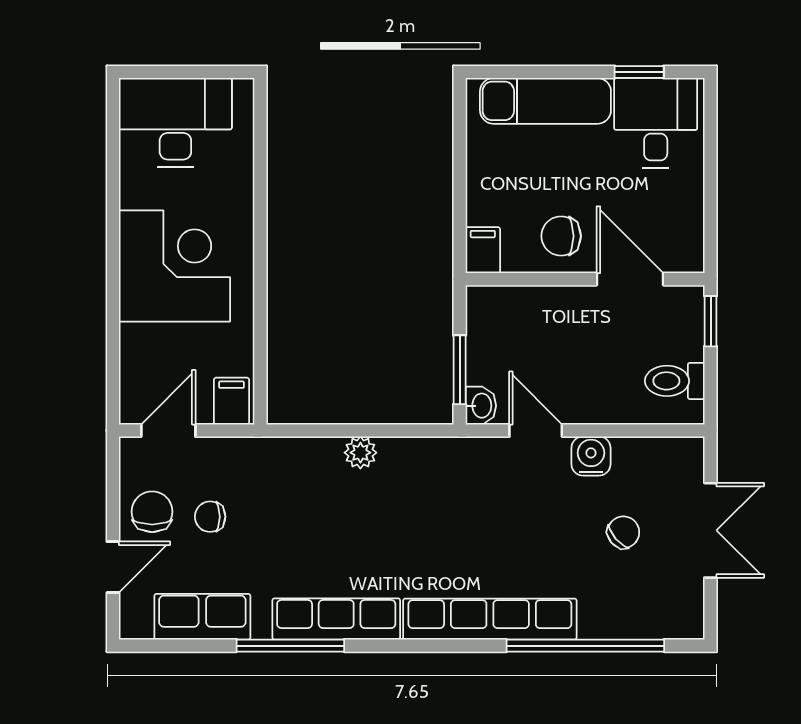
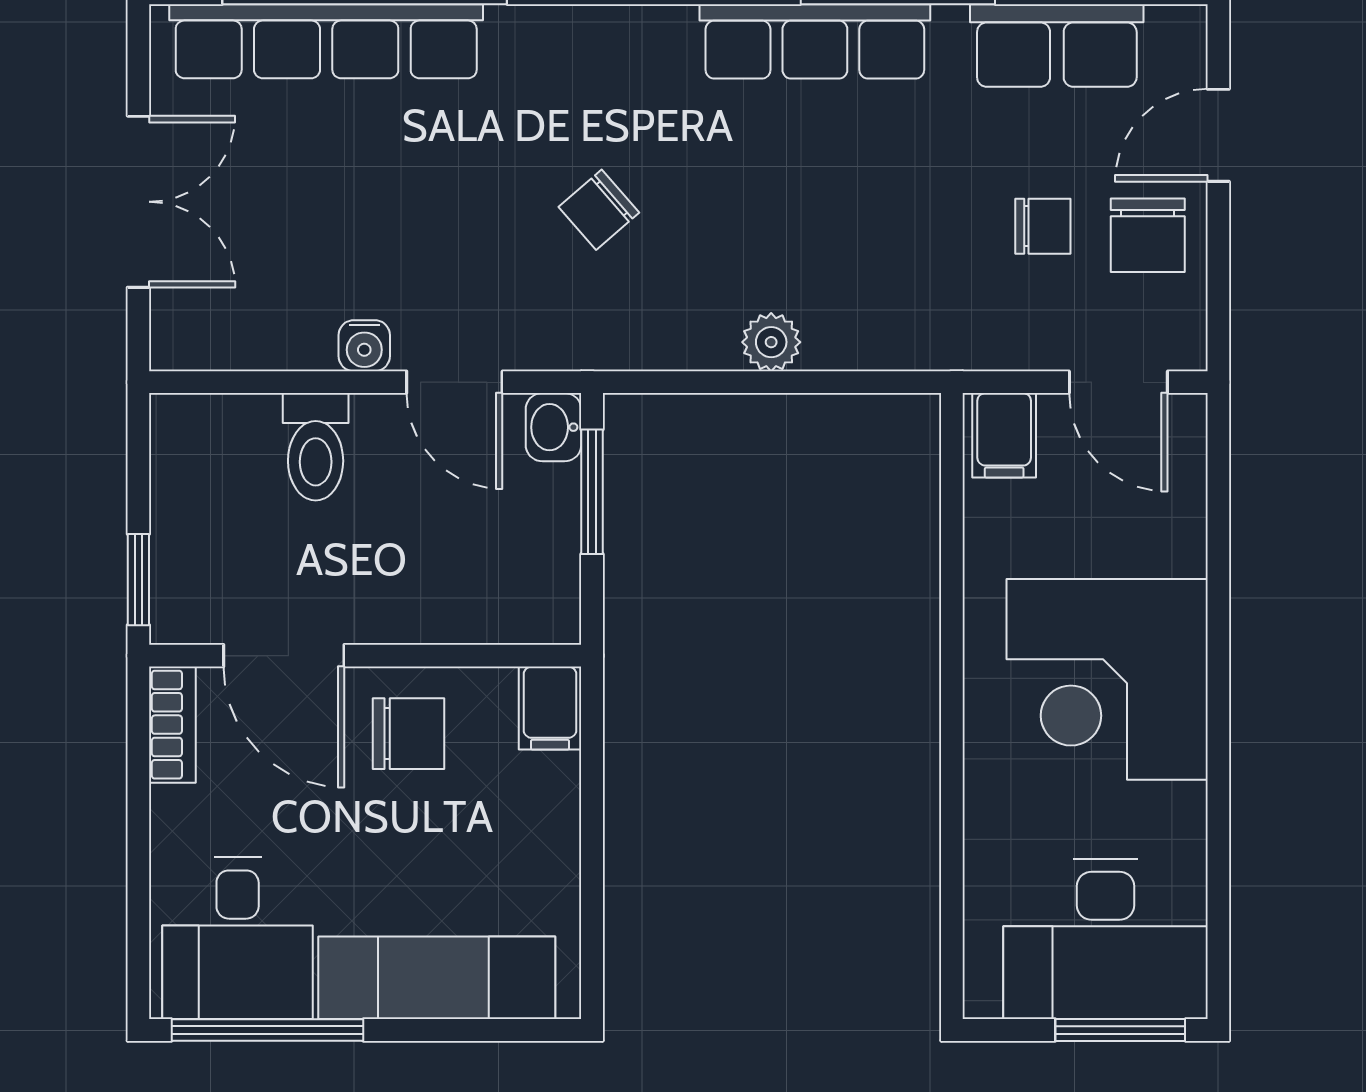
window: (167, 72) -> (1120, 1030), added
window: (639, 72) -> (267, 1030), width x2.17
bookcase: (692, 241) -> (172, 725), added
toilet: (675, 381) -> (316, 447), moved, turned 90
door: (168, 430) -> (1118, 382), hinge flipped
water cooler: (591, 456) -> (364, 346), width x0.72, depth x0.72
double door: (711, 530) -> (138, 202), swing flipped
chair: (623, 532) -> (599, 210), moved
row of seats: (490, 619) -> (326, 41), moved

